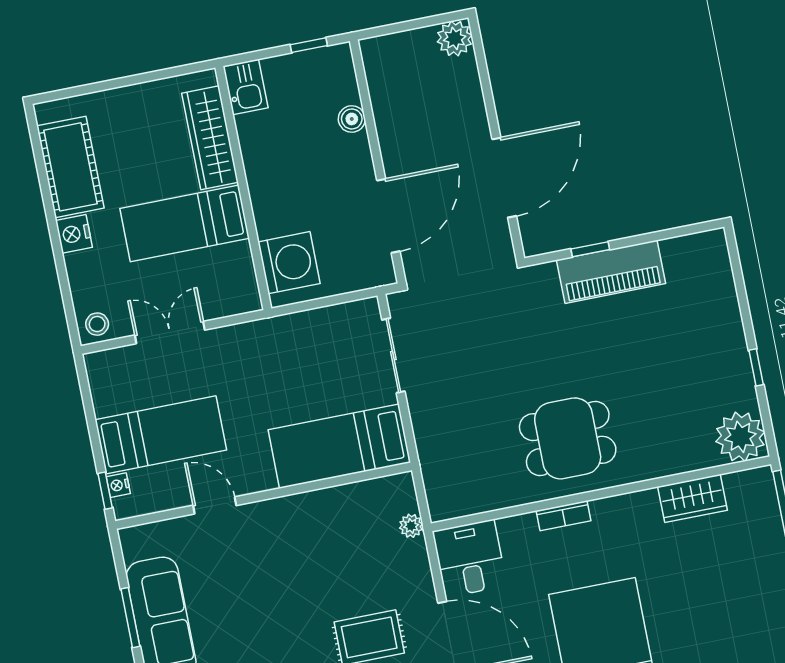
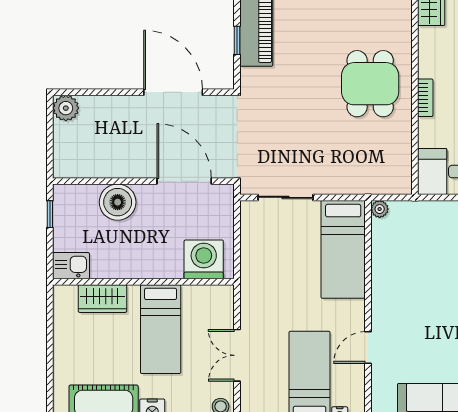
boiler: (352, 119) -> (118, 202), width x1.86, depth x1.86
wardrobe: (210, 138) -> (102, 299), width x0.67
plant: (411, 526) -> (380, 209), moved

